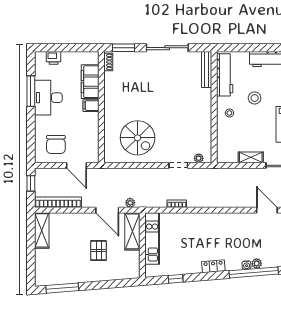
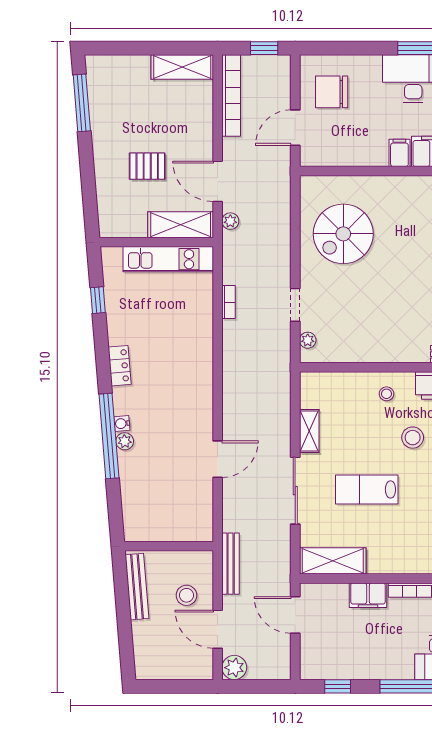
door: (107, 210) -> (218, 181), hinge flipped

